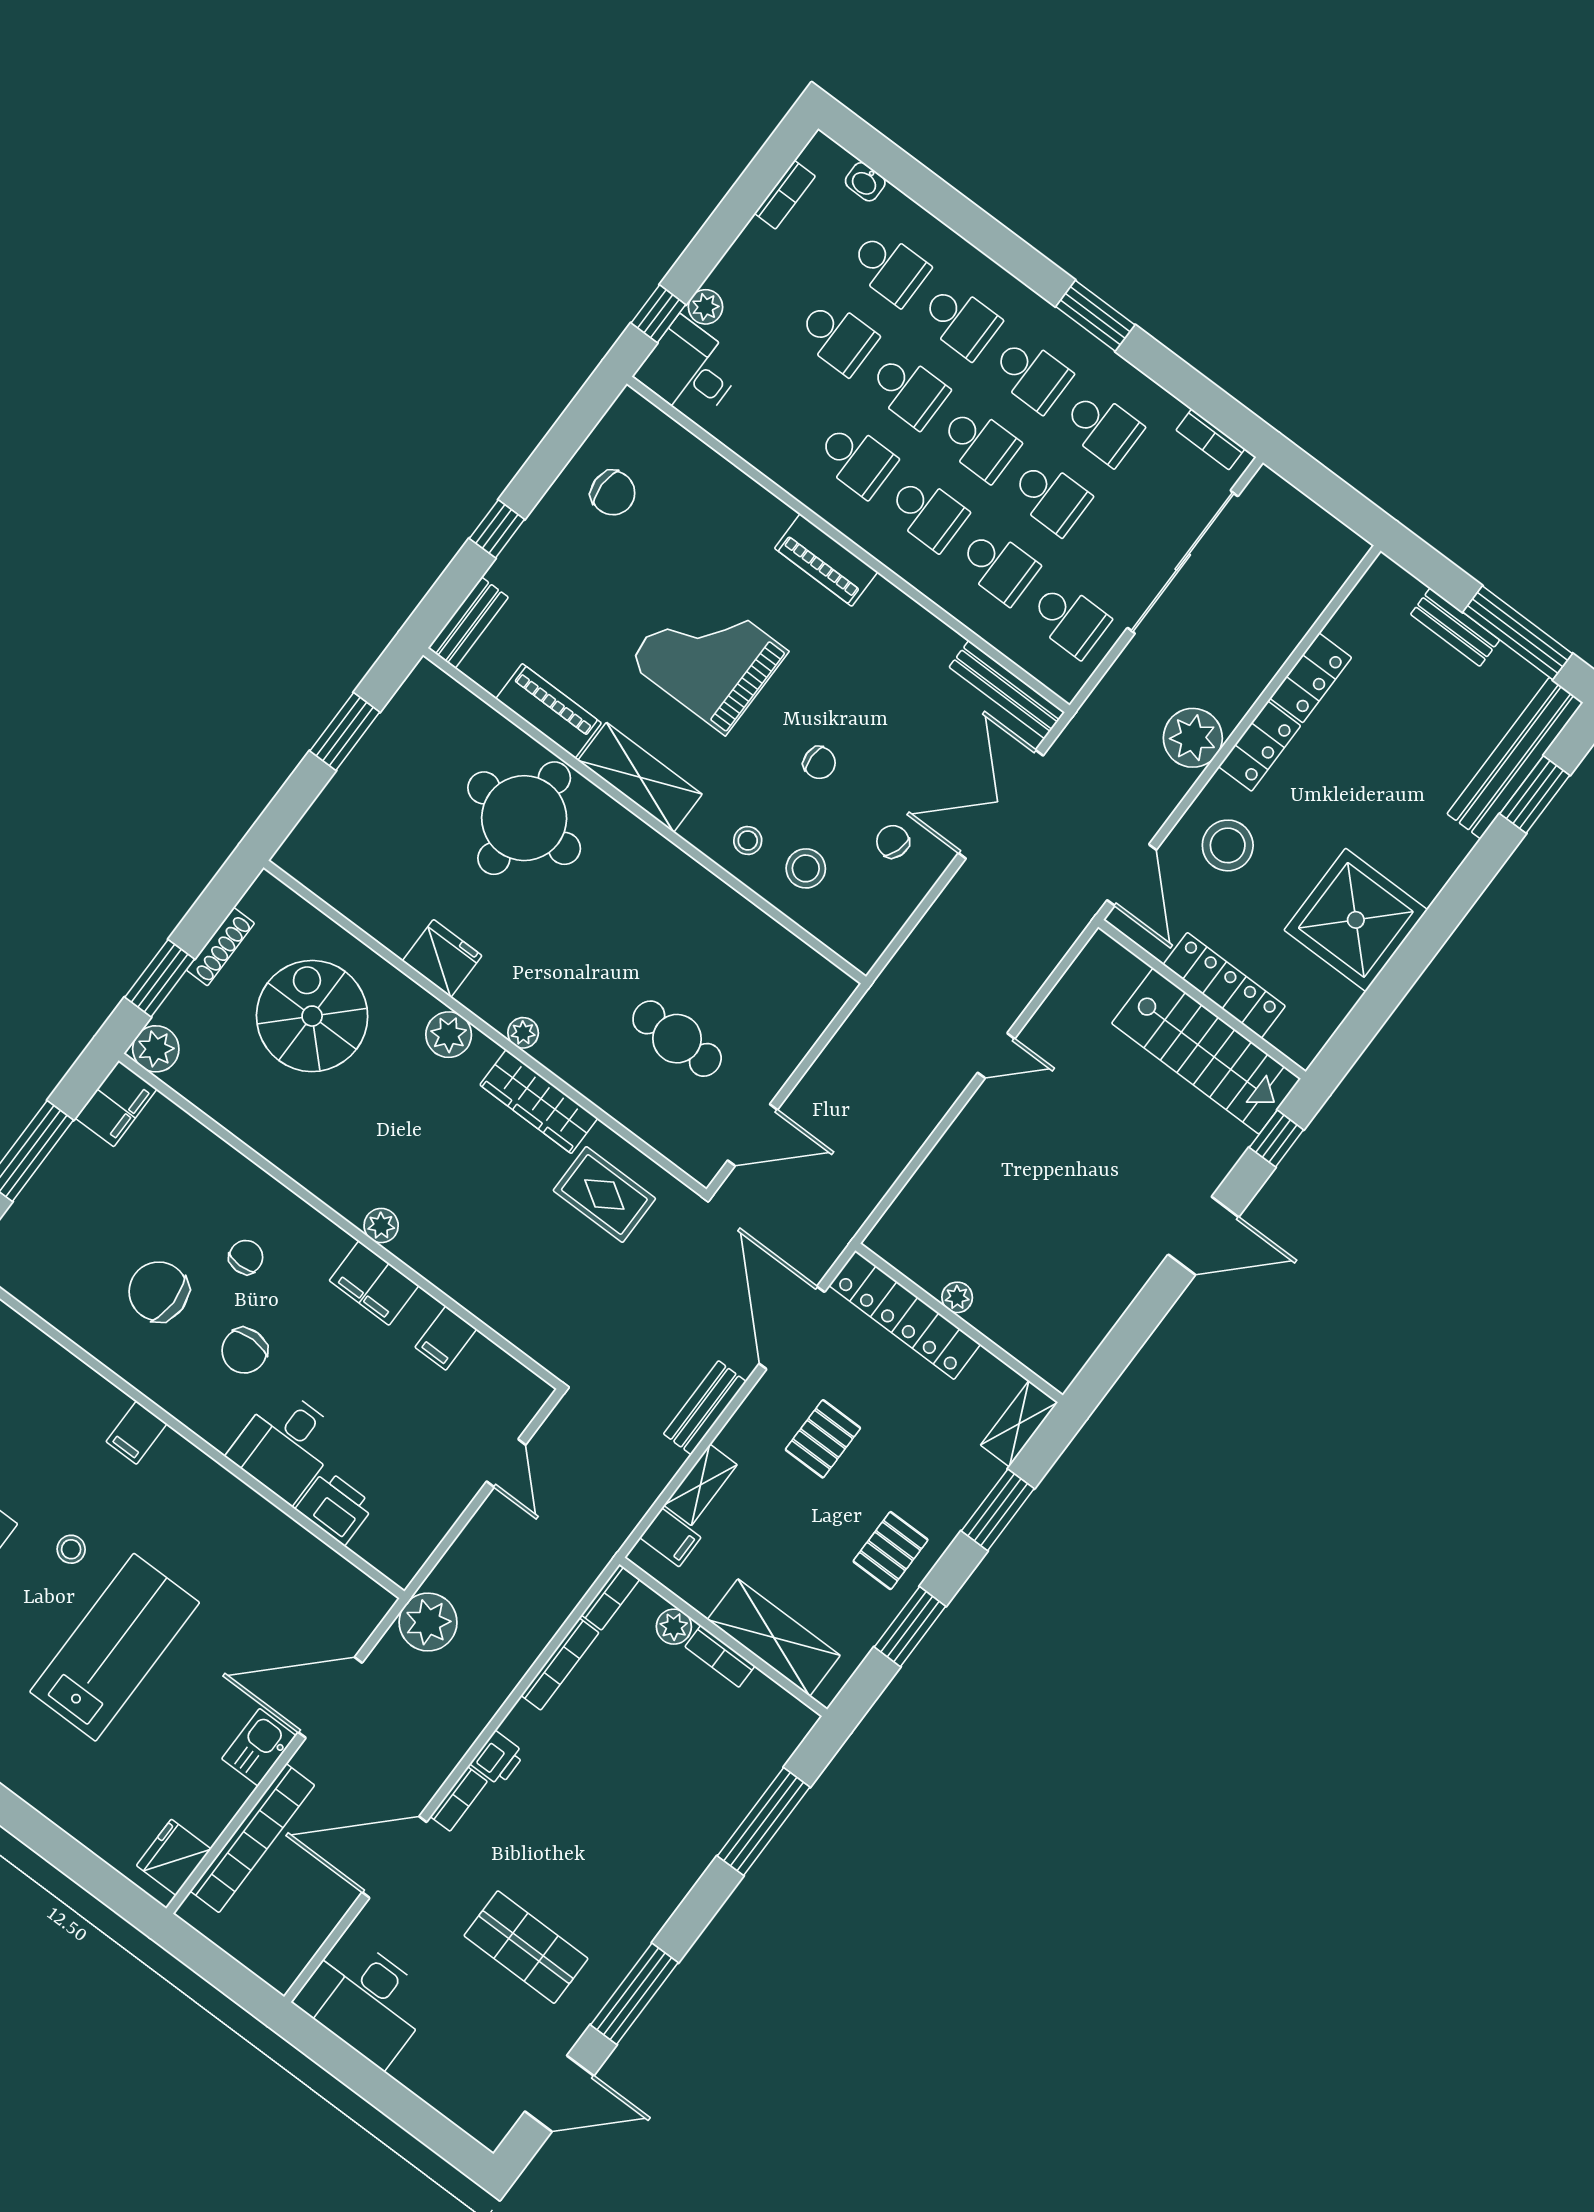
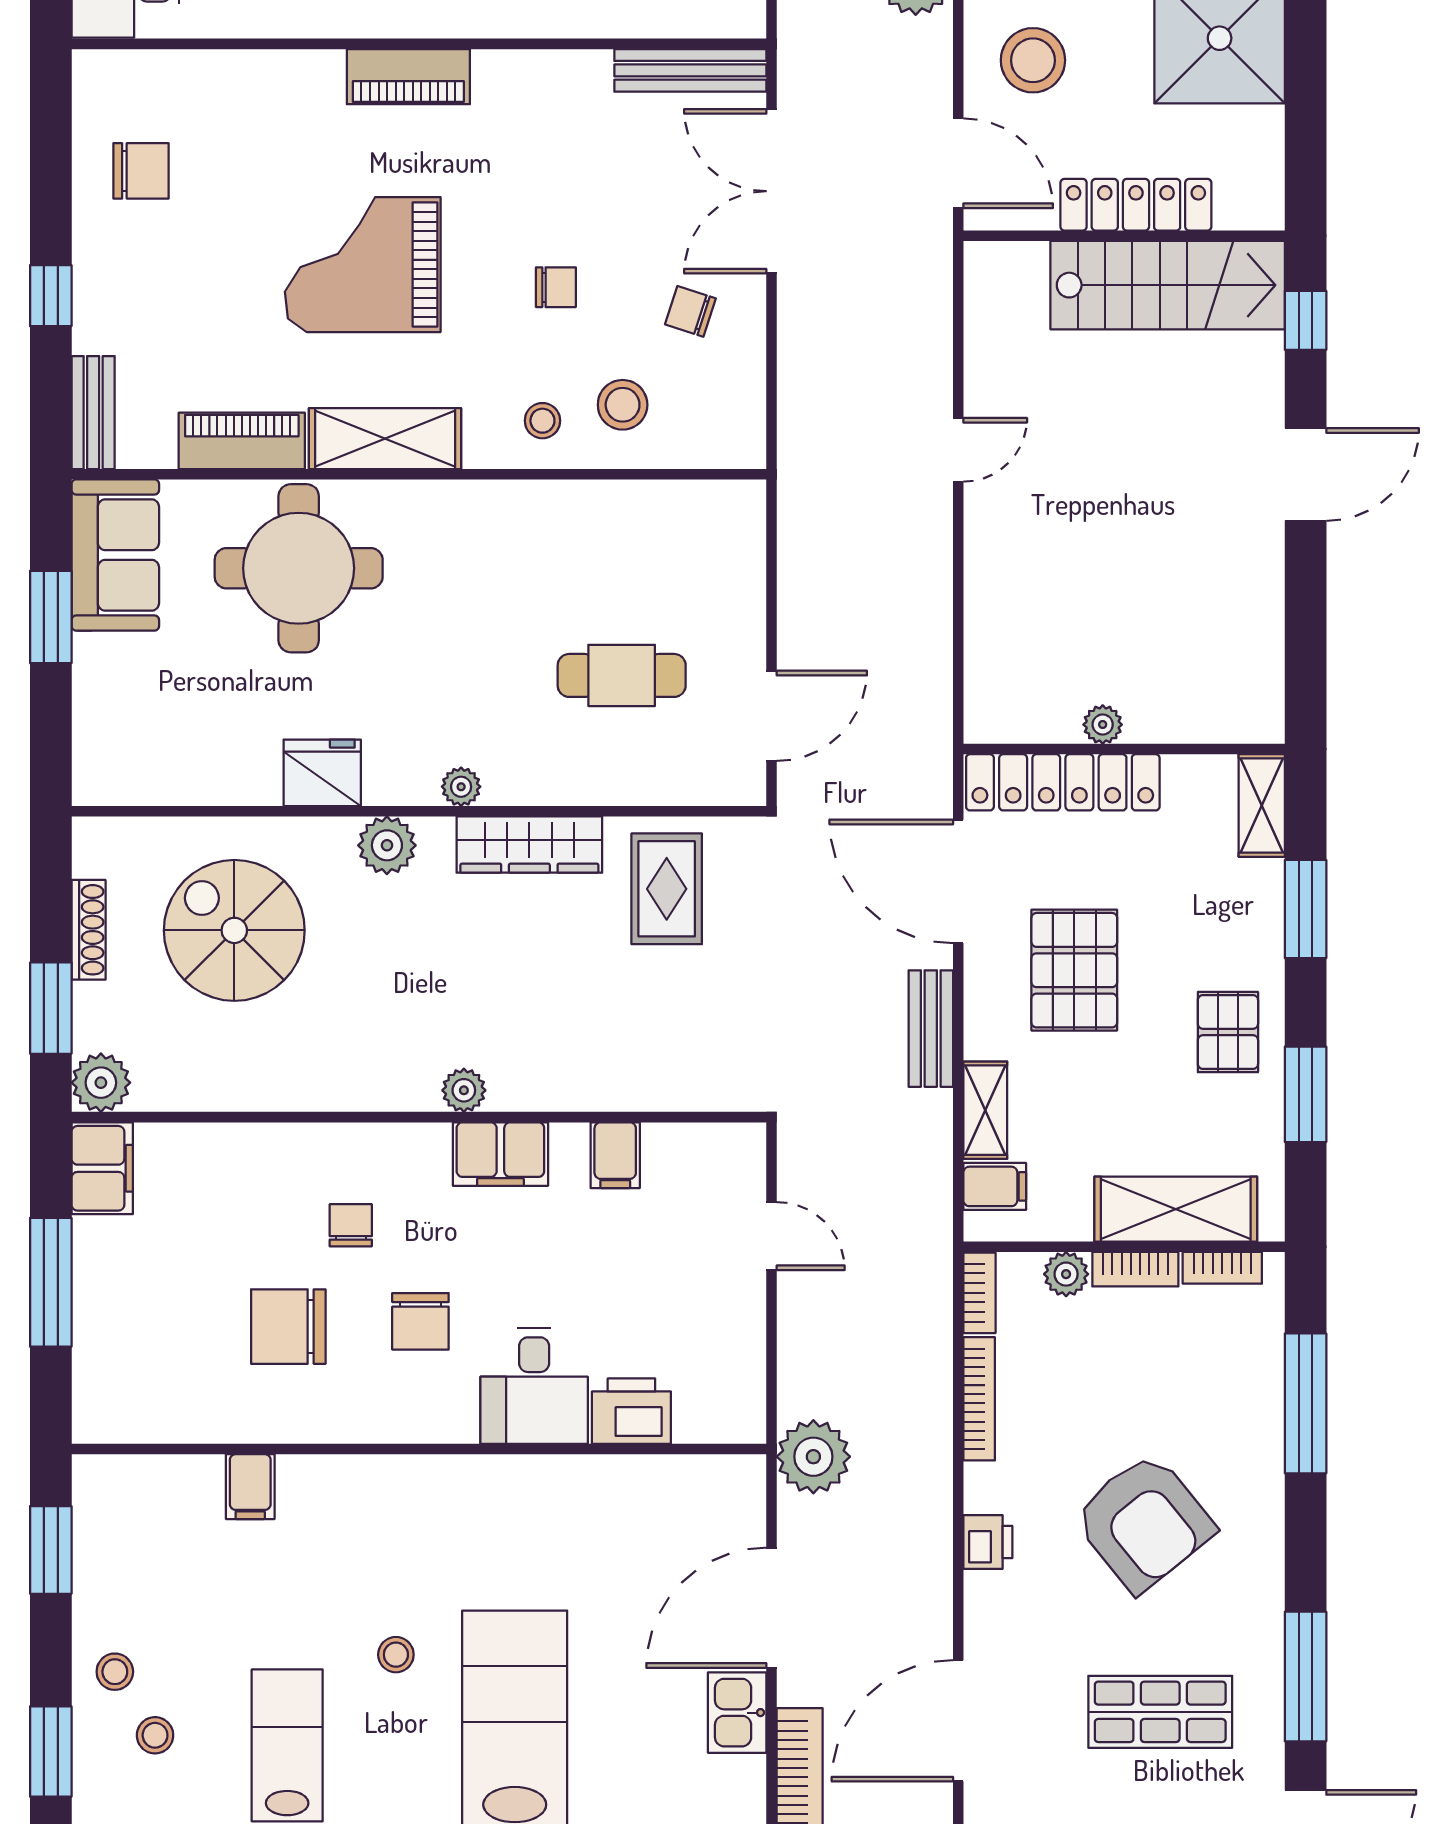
sofa: (415, 723) -> (115, 555), added
rug: (604, 1195) -> (667, 889), turned 90
filing cabinet: (136, 1433) -> (250, 1487), moved
pallet: (823, 1439) -> (1074, 970), width x1.50, depth x1.42
bookcase: (459, 1799) -> (1222, 1268), moved, turned 90
armchair: (605, 1820) -> (1144, 1522), added

